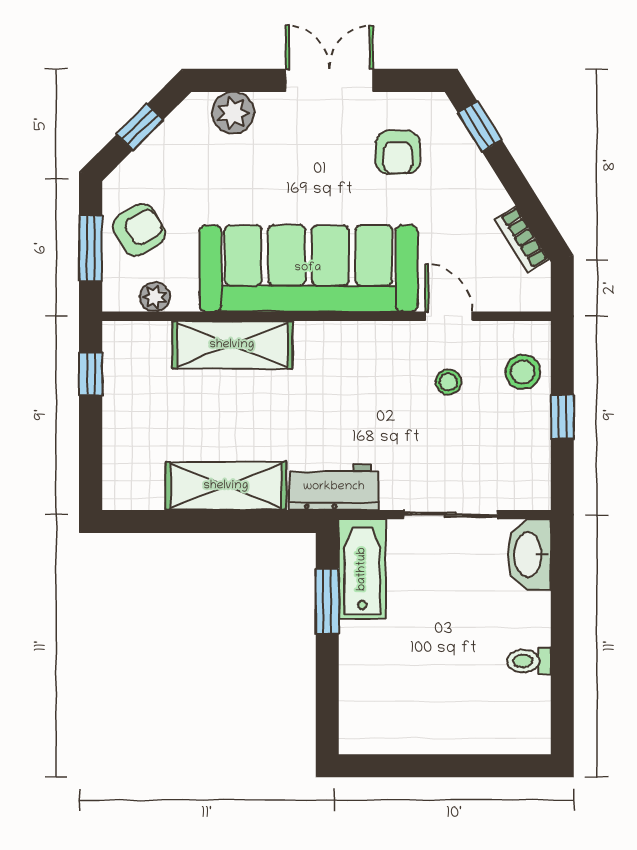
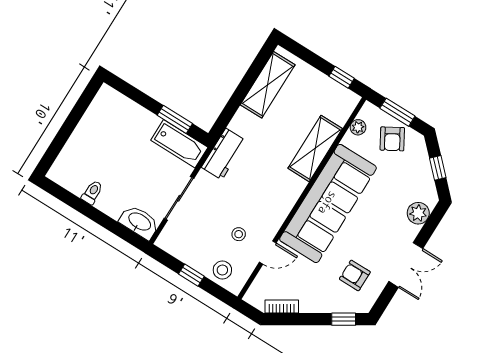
shelving: (226, 486) -> (268, 85), moved

